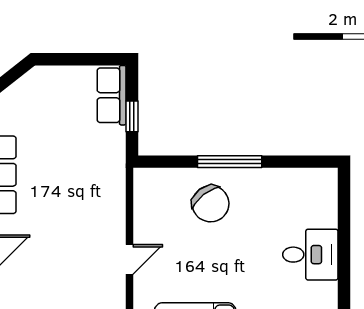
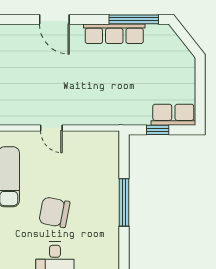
chair: (211, 204) -> (54, 212), moved, turned 49

